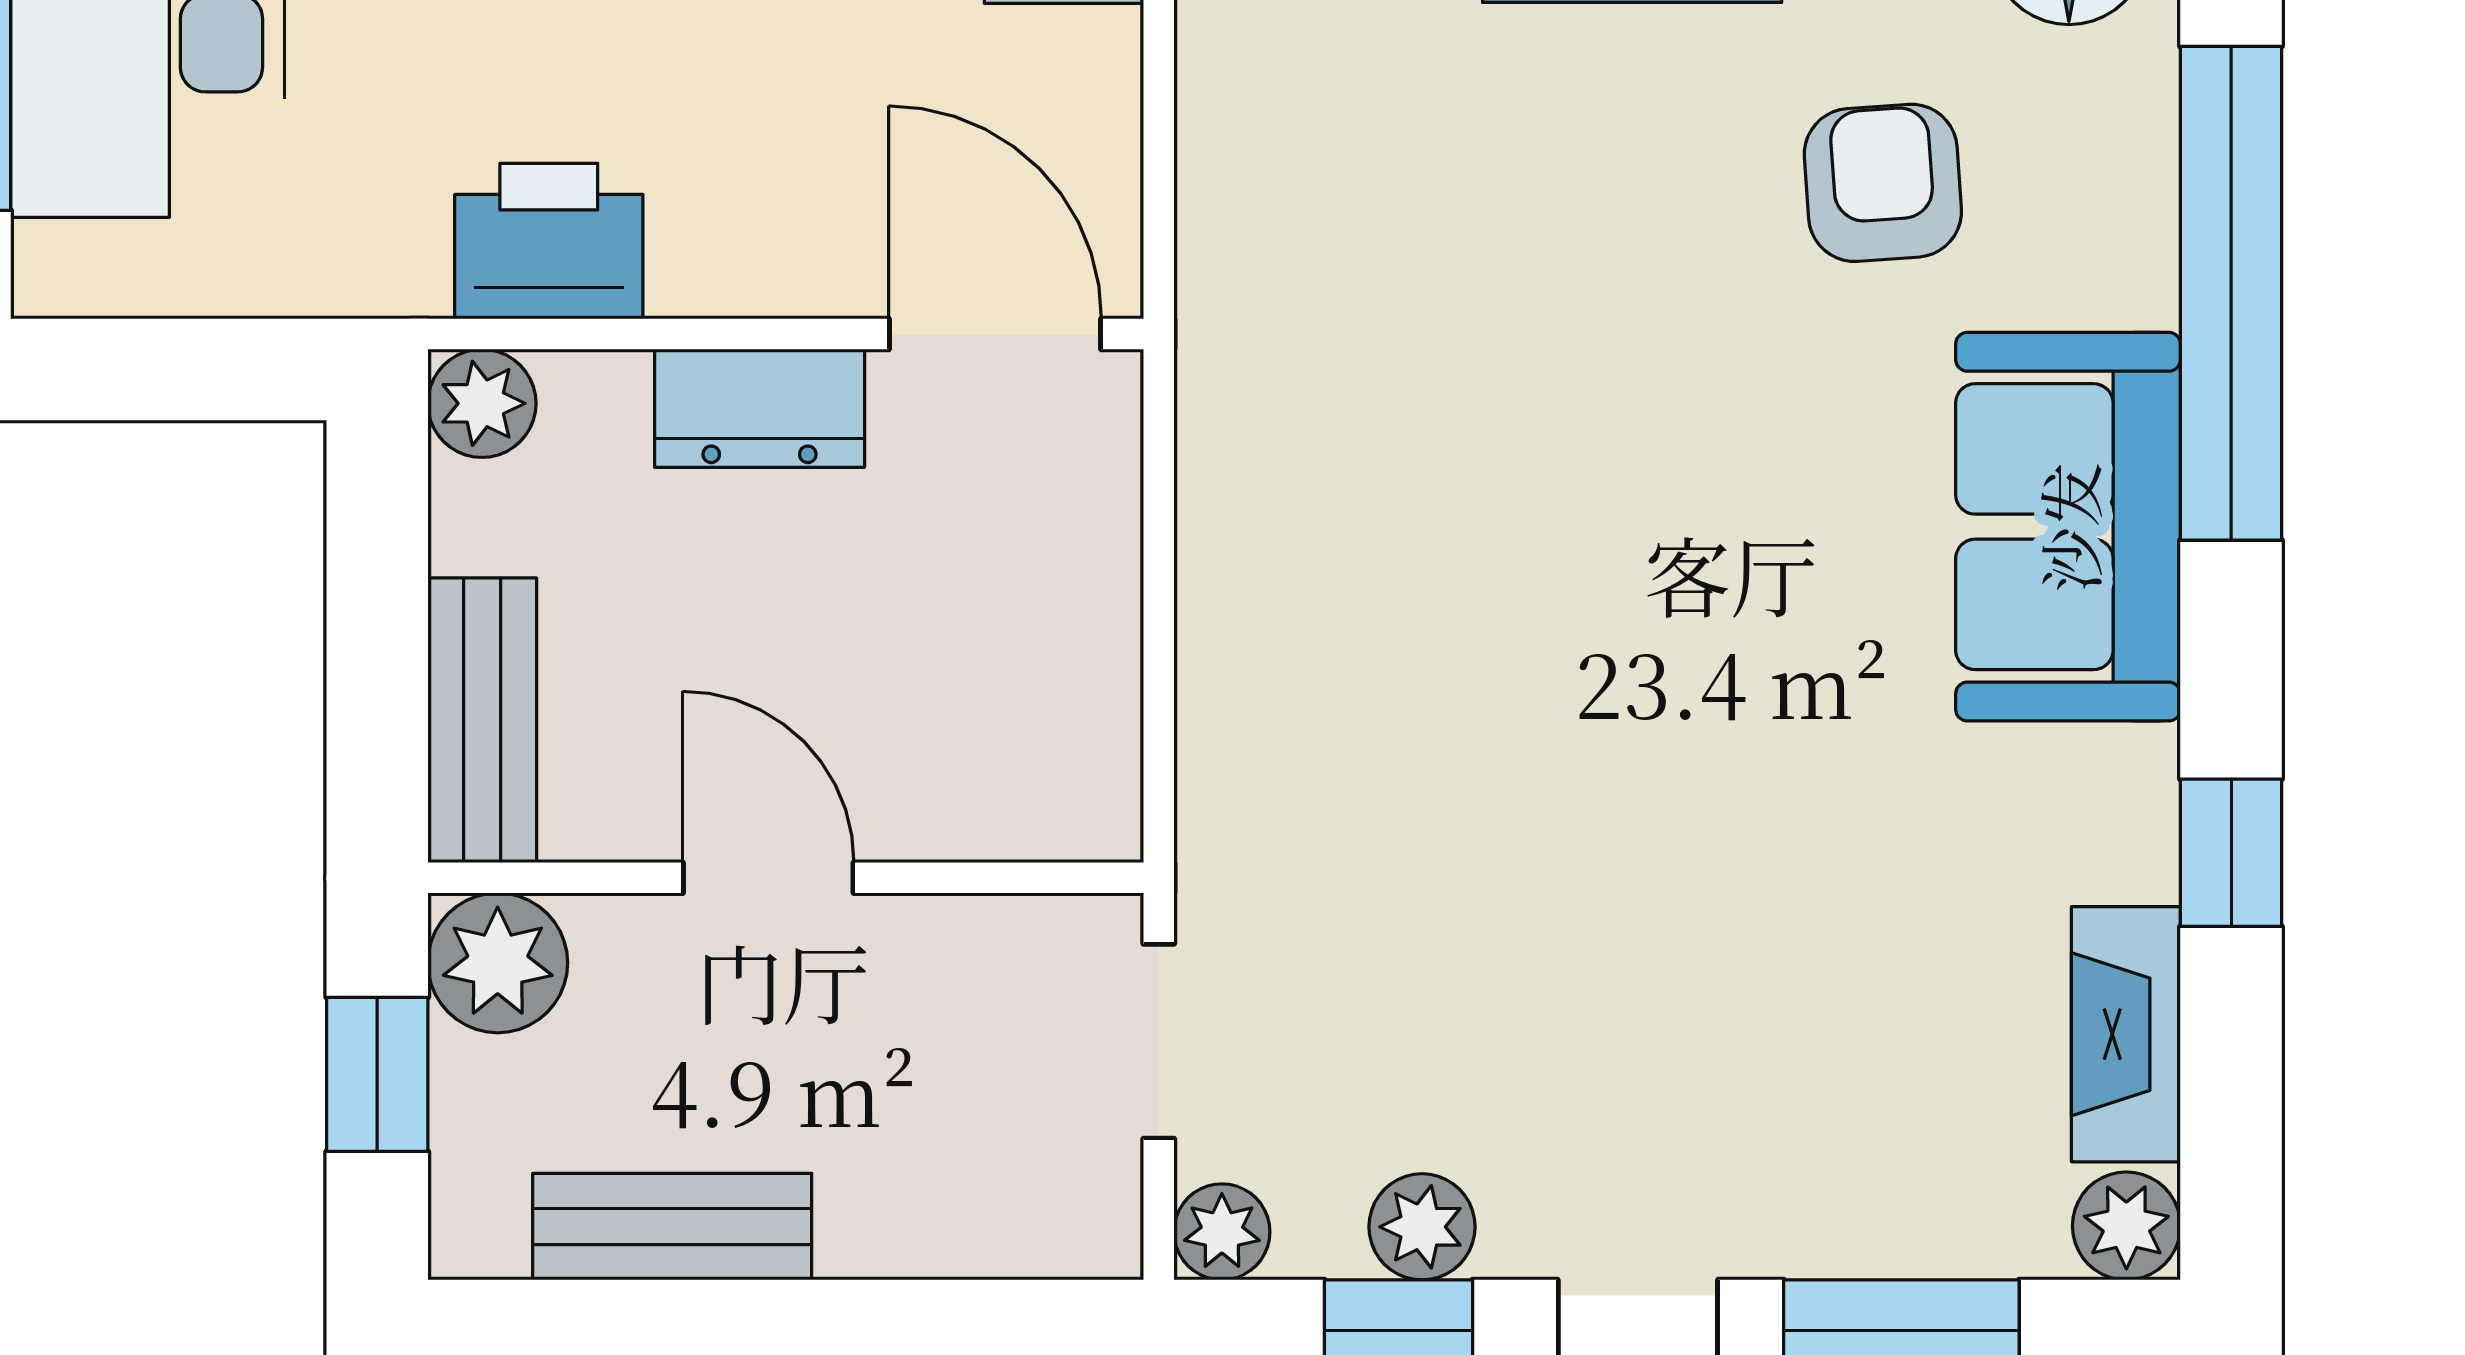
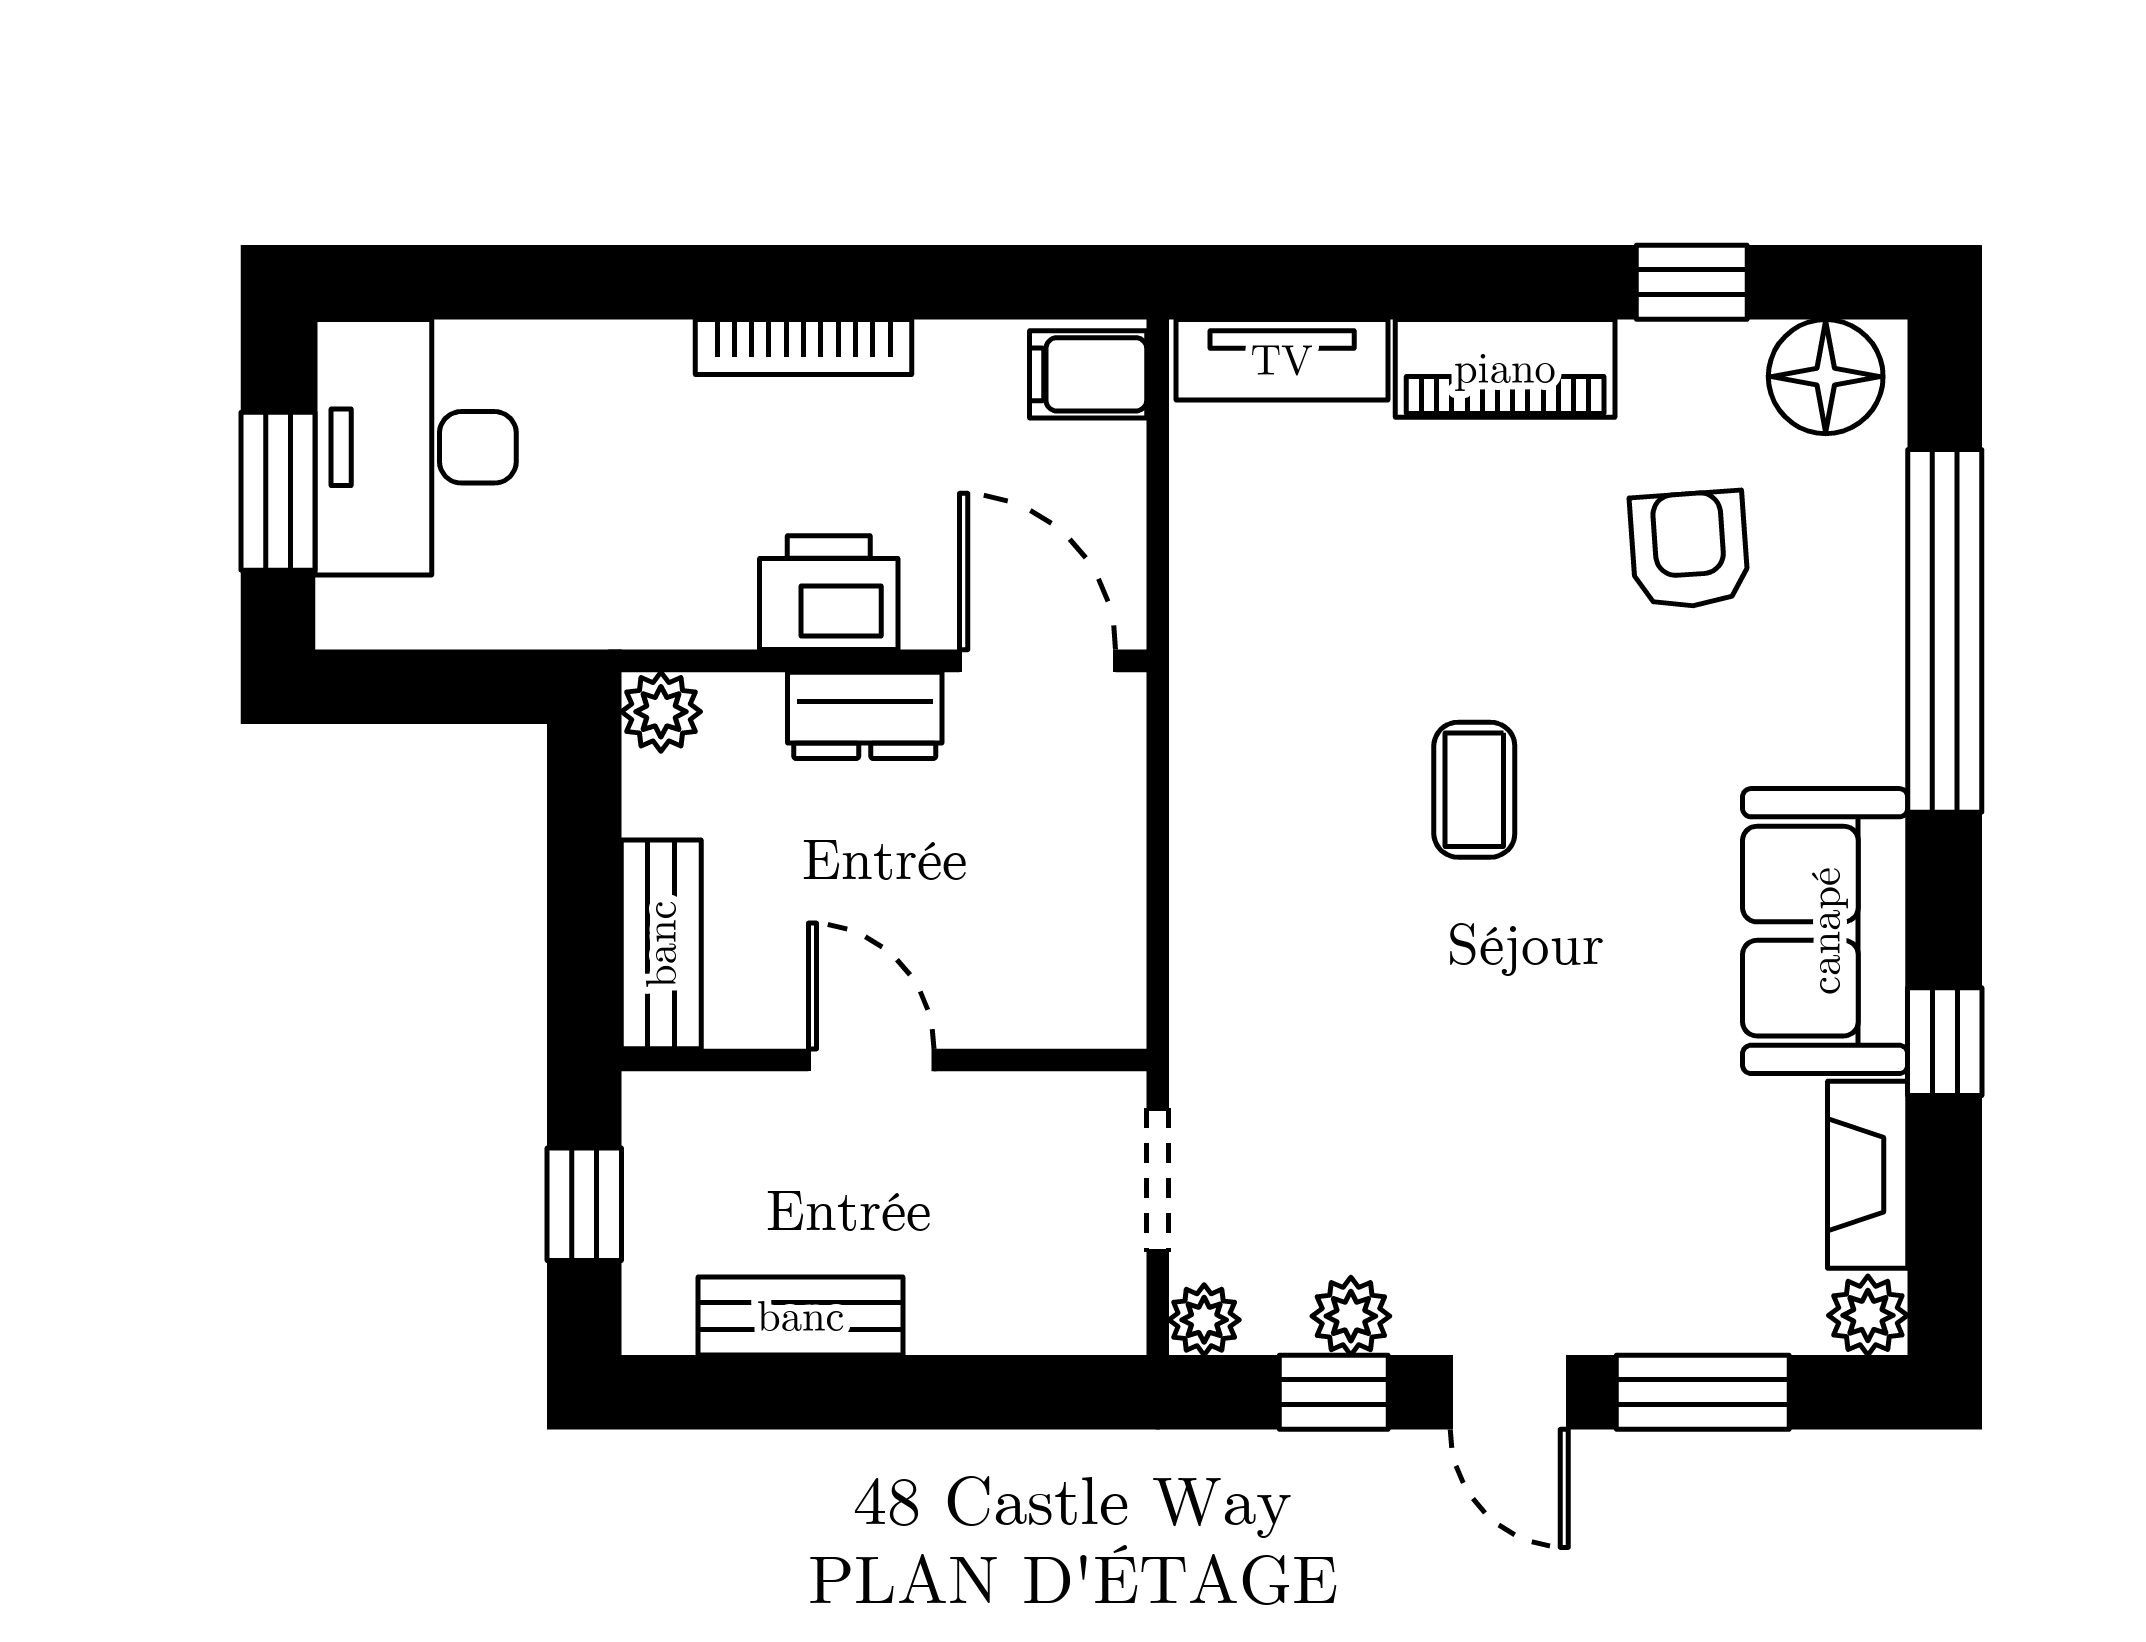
printer: (549, 241) -> (829, 593), moved
coffee table: (1590, 510) -> (1474, 790), added
sofa: (2068, 527) -> (1825, 931), moved
plant: (498, 963) -> (673, 1122), removed

